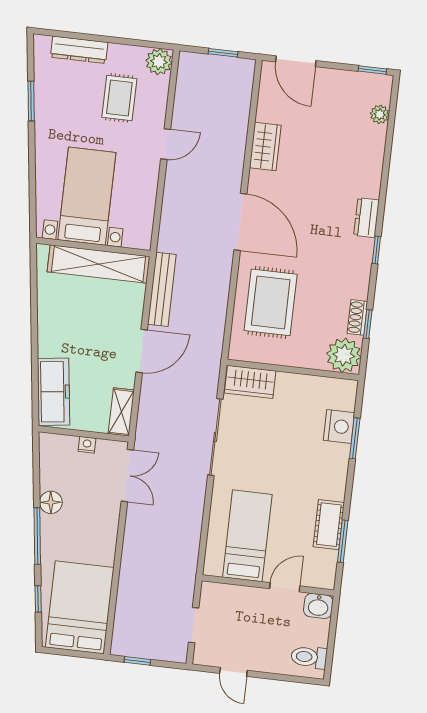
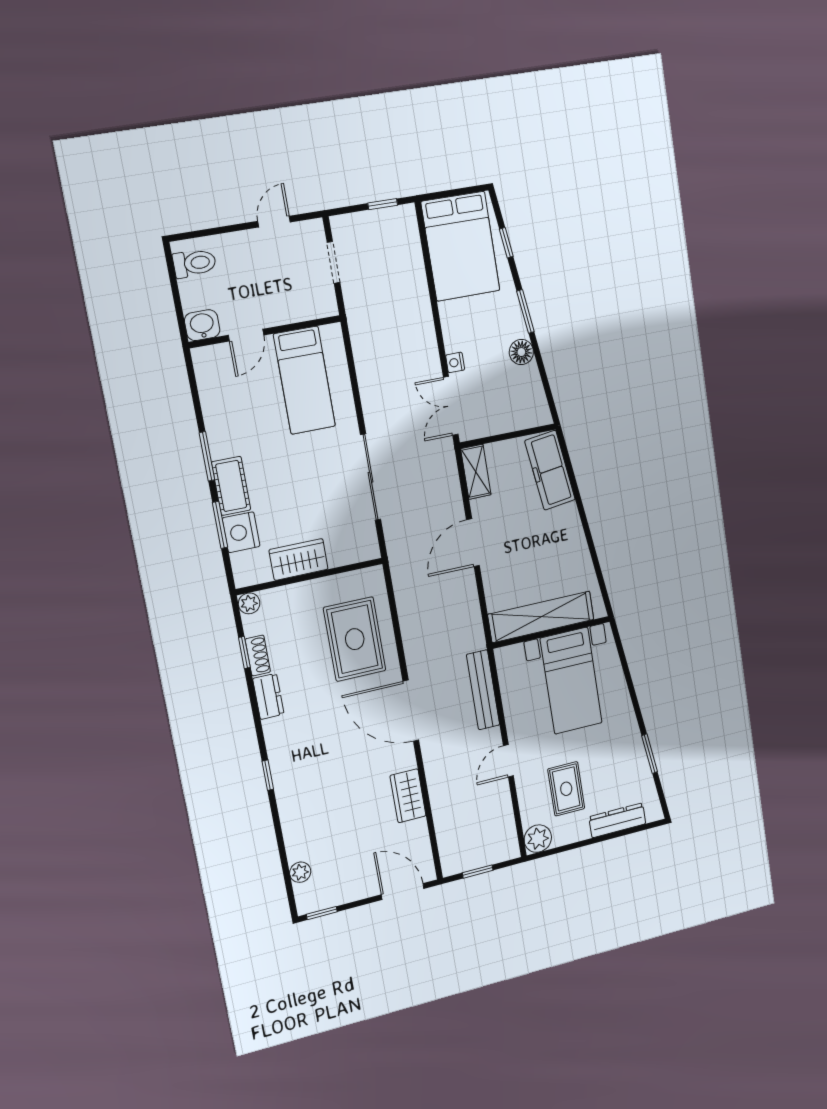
dresser: (367, 218) -> (268, 696), moved
window: (376, 250) -> (268, 775), moved
bench: (162, 289) -> (483, 690), moved
plant: (344, 355) -> (249, 603), width x0.53, depth x0.53
wardrobe: (250, 382) -> (299, 559), moved
nightstand: (87, 445) -> (455, 362), moved, turned 90
cot: (329, 525) -> (231, 486), moved
window: (37, 536) -> (525, 311), width x0.69
window: (343, 541) -> (207, 456), moved
door: (233, 672) -> (274, 222), hinge flipped

